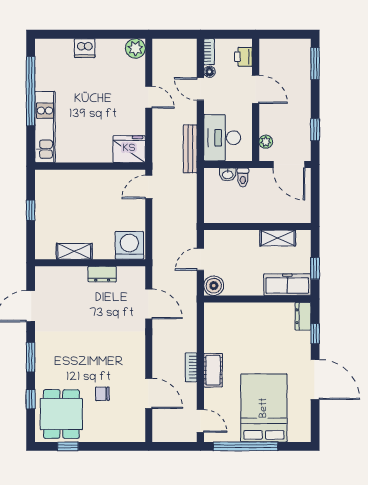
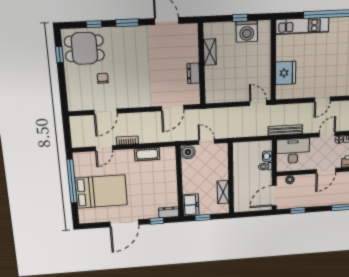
fridge: (129, 149) -> (286, 73), moved
washing machine: (129, 245) -> (247, 31), moved, turned 90
freezer: (287, 285) -> (191, 205), width x0.71
cot: (213, 370) -> (147, 154), moved
door: (200, 421) -> (104, 148), moved

